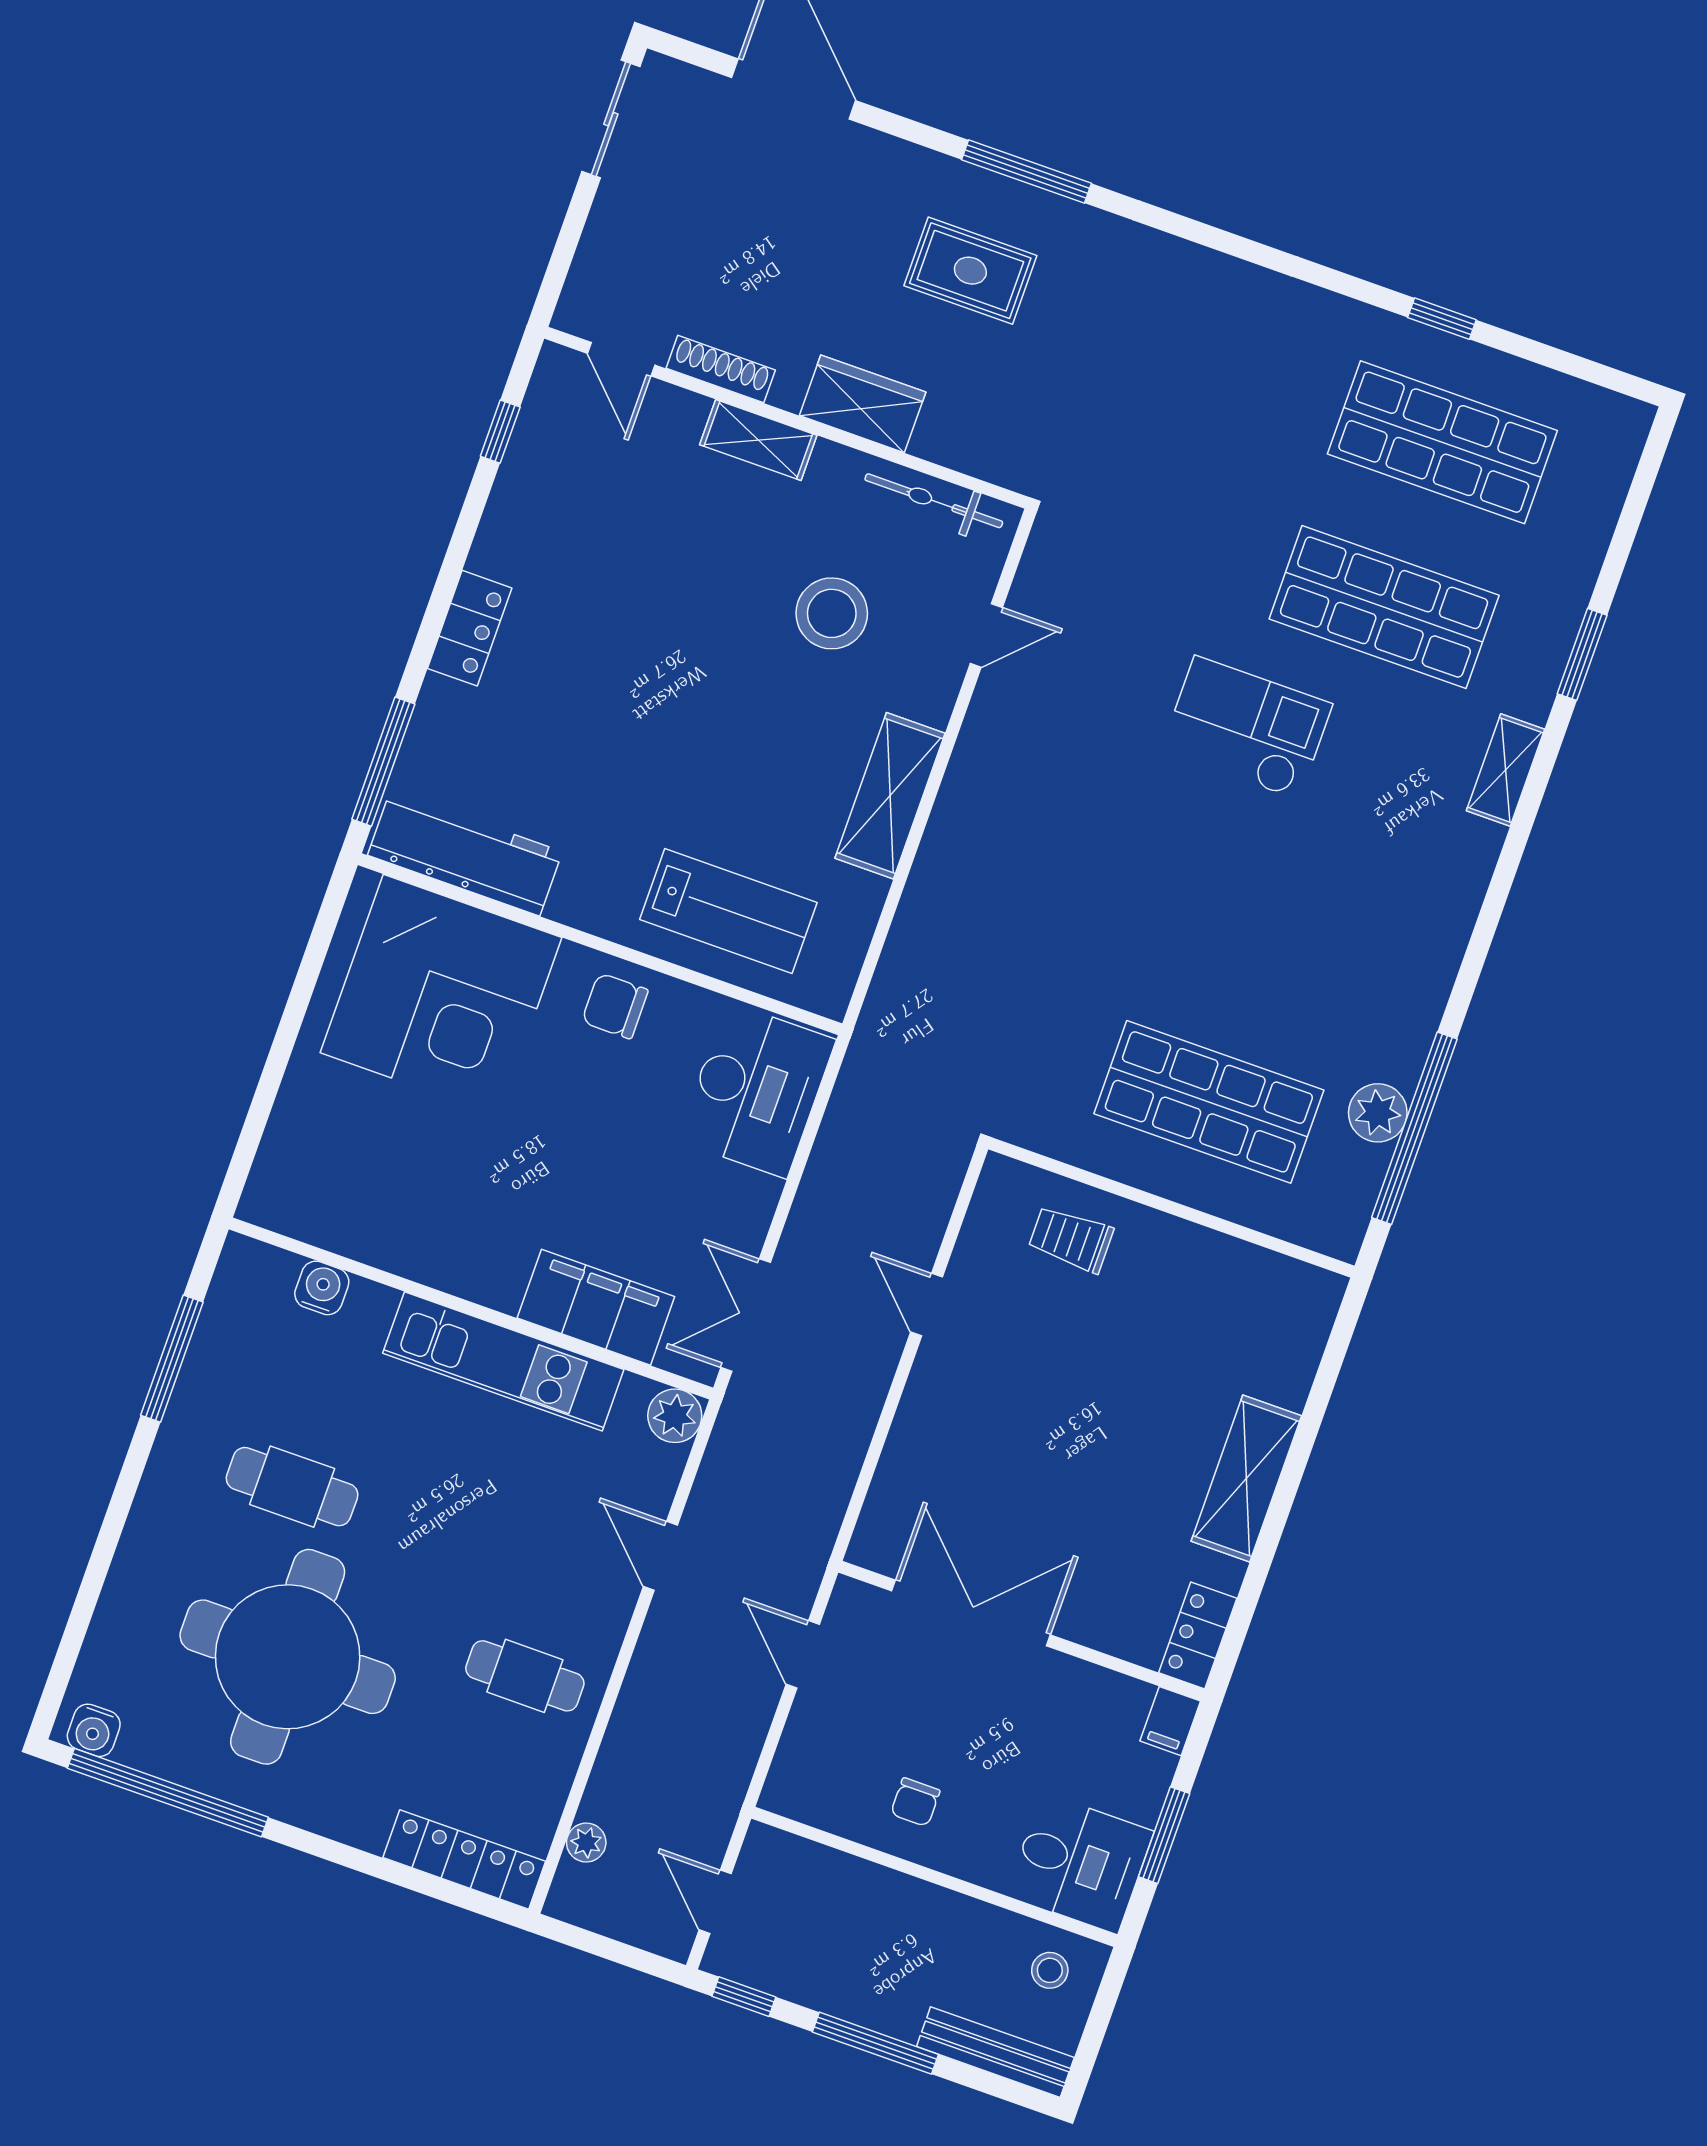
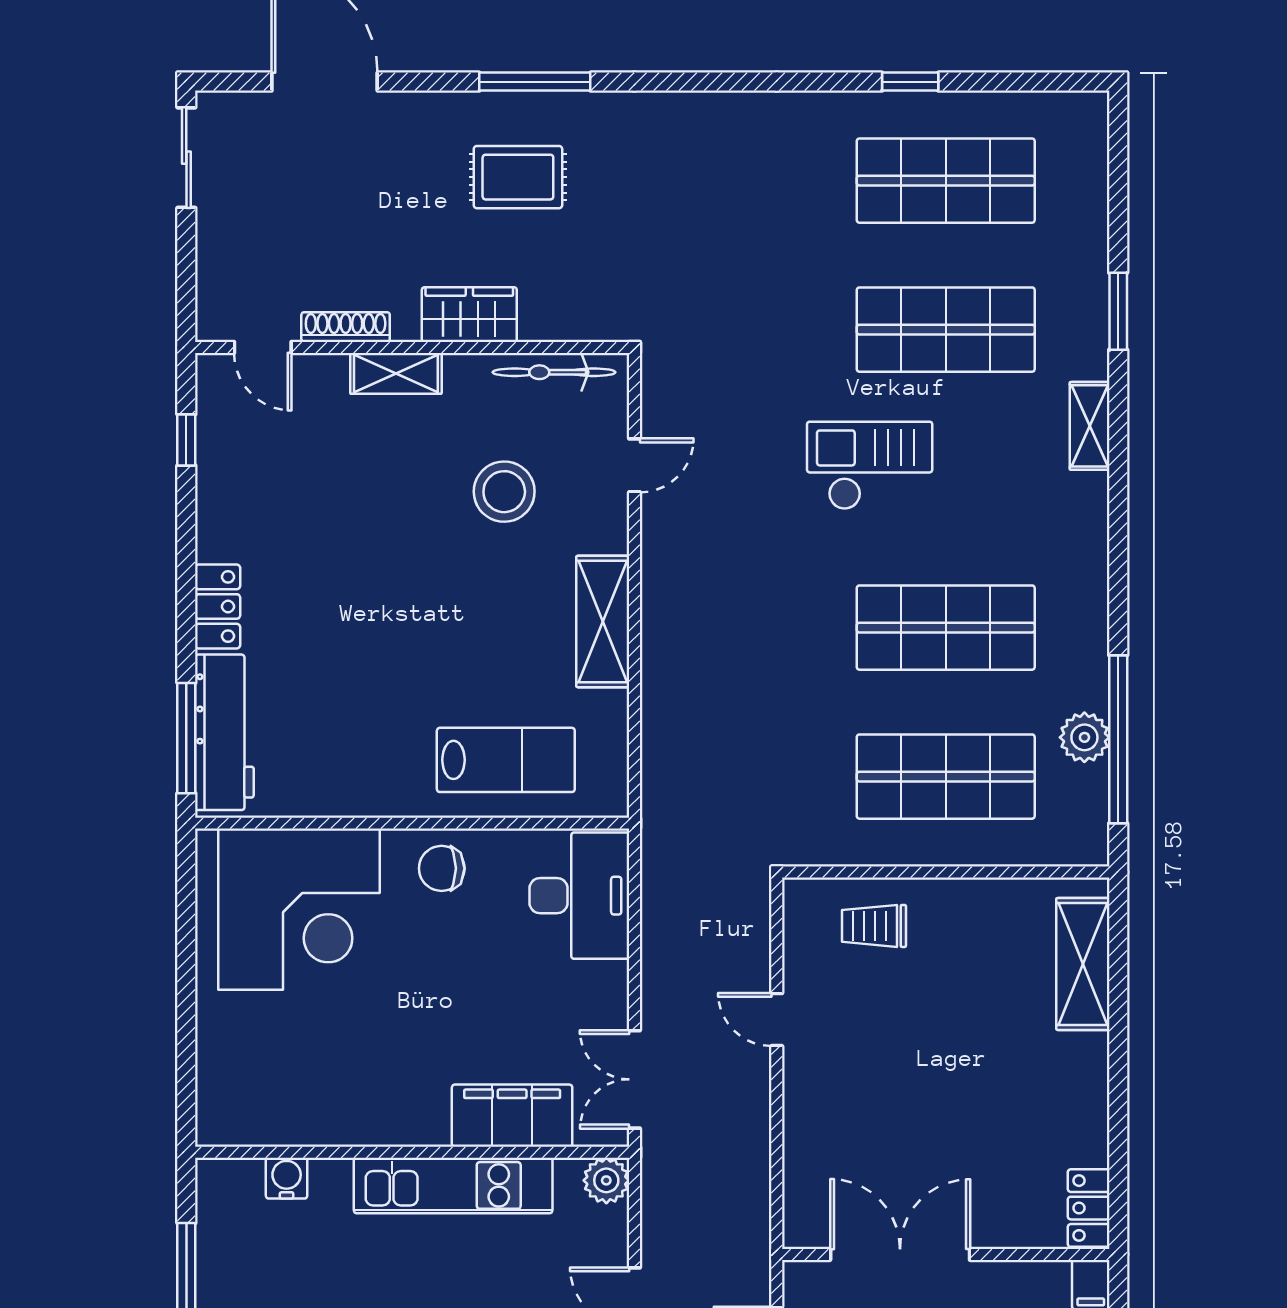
workbench: (465, 853) -> (224, 732), moved, turned 90
shop shelf: (1267, 937) -> (946, 628), added
shelving: (1246, 1479) -> (1083, 964), moved

